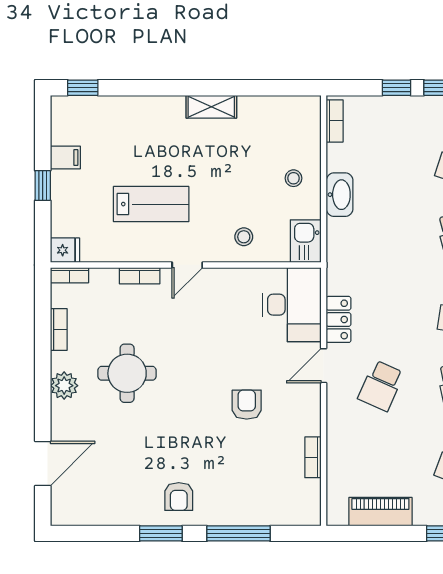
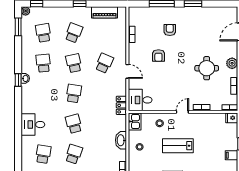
lab bench: (151, 204) -> (178, 146), moved
desk: (292, 305) -> (140, 100), width x0.73
locker: (339, 319) -> (121, 105), moved
door: (324, 366) -> (127, 71), hinge flipped
armchair: (179, 497) -> (170, 30), moved

